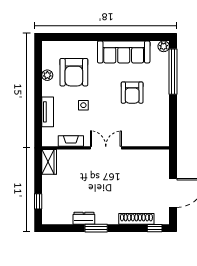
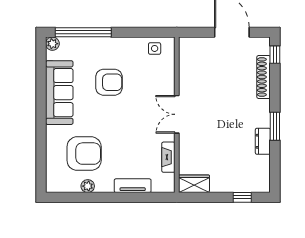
side table: (83, 105) -> (155, 48), moved

